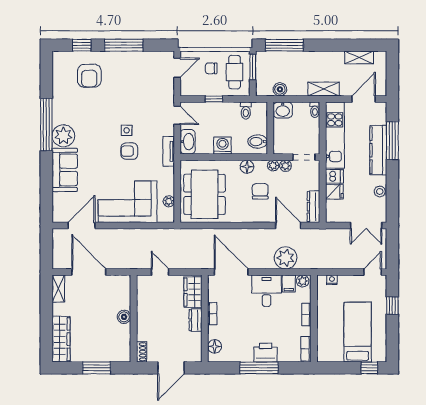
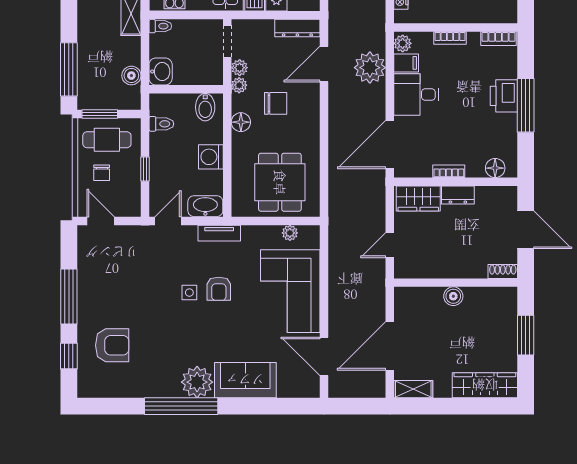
chair: (260, 191) -> (276, 103), turned 180
dining table: (205, 194) -> (280, 182), width x0.73

